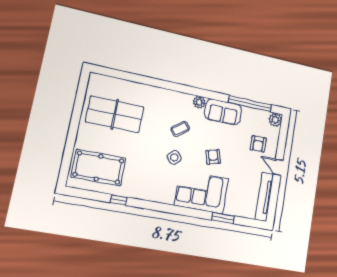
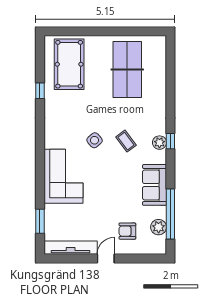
window: (187, 90) -> (170, 141), added
plant: (199, 102) -> (159, 143), moved
plant: (275, 120) -> (159, 227), moved
armchair: (213, 157) -> (103, 183), removed
window: (223, 218) -> (40, 221), moved

